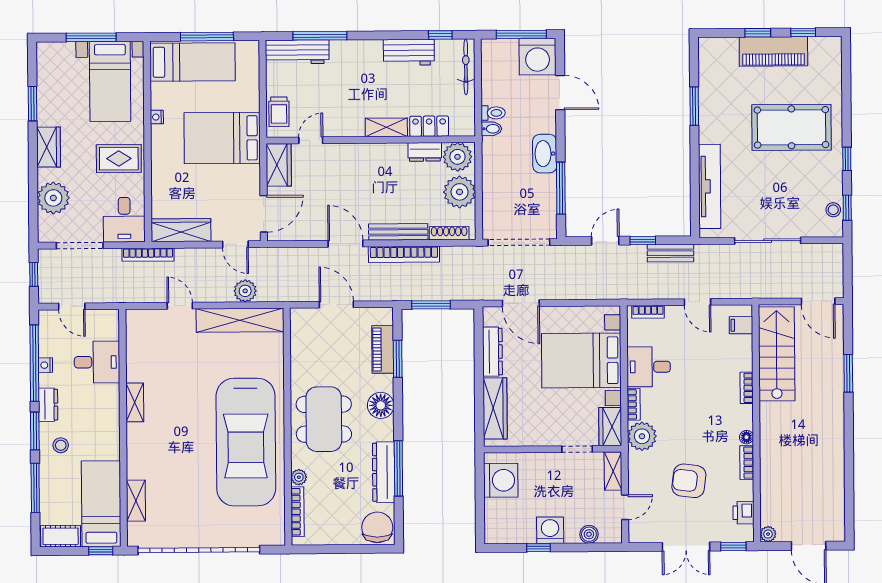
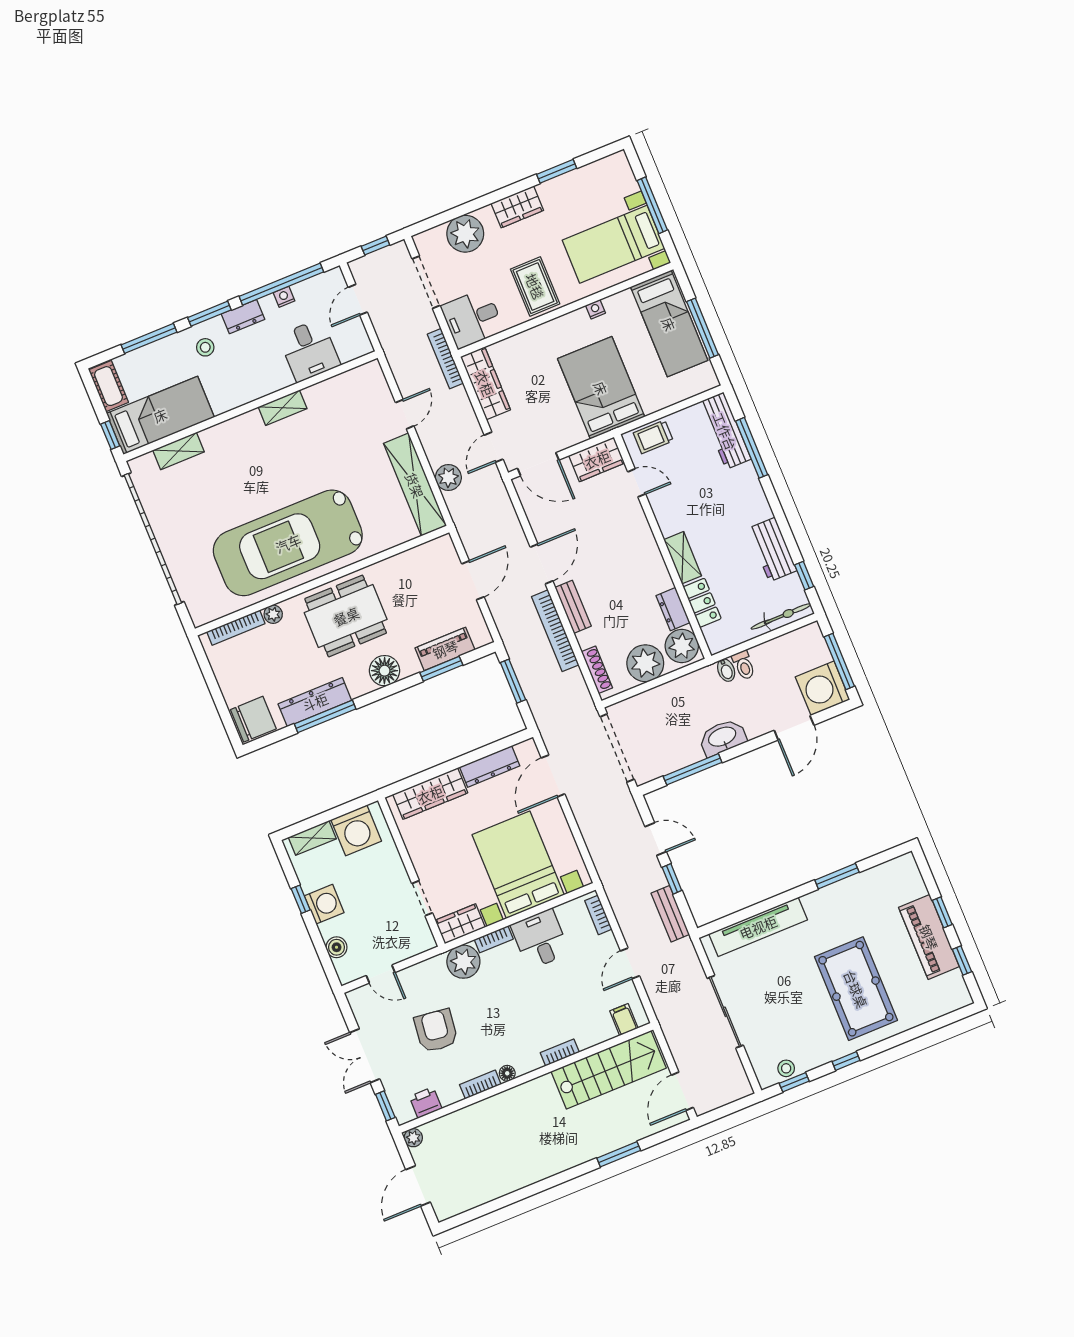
bench: (398, 232) -> (573, 607), width x0.73
shelving: (613, 471) -> (312, 838), moved

